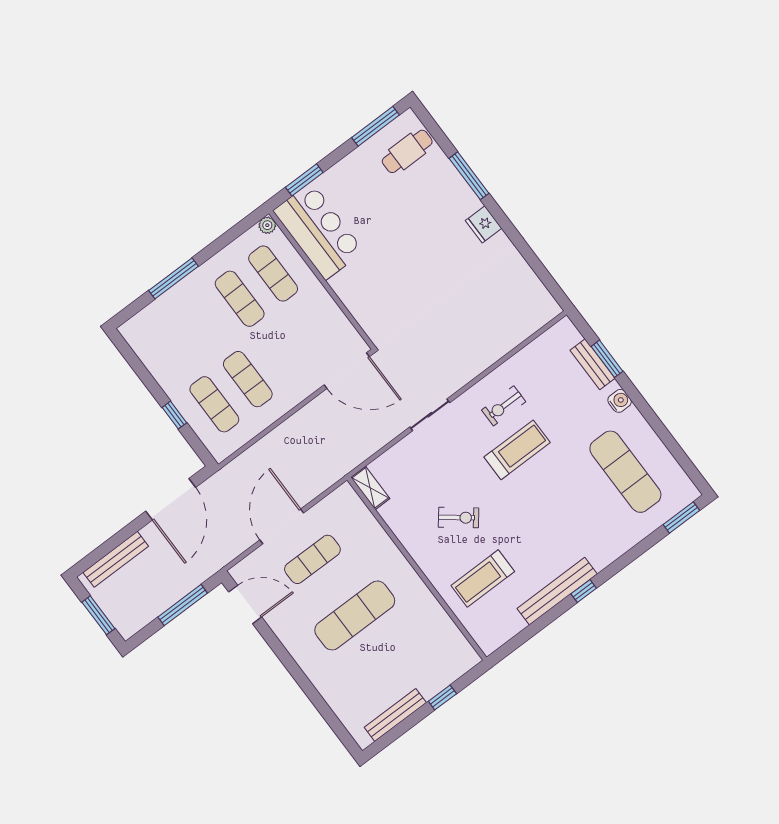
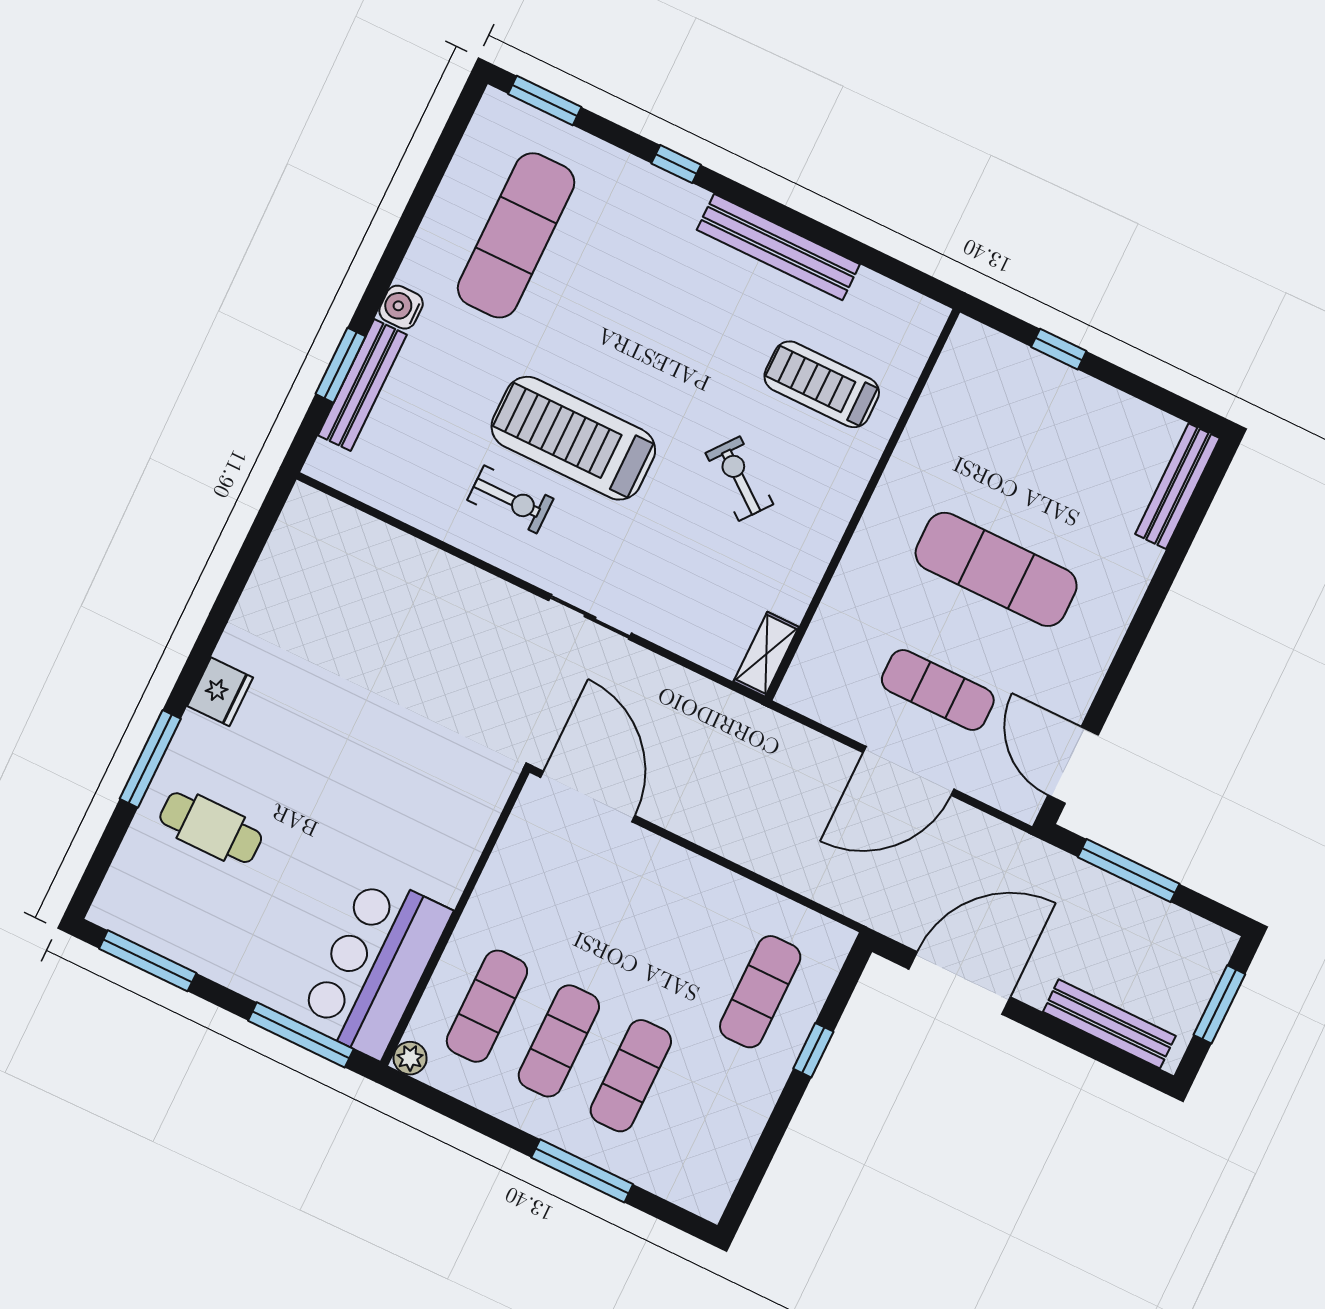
cafe table: (407, 151) -> (211, 828), moved
window: (304, 180) -> (301, 1035), width x1.44
bench: (592, 364) -> (362, 385), width x1.36
exercise mat: (248, 379) -> (631, 1076), moved
treadmill: (517, 450) -> (573, 438), width x1.37, depth x1.38
treadmill: (483, 578) -> (822, 384), turned 180
window: (584, 591) -> (676, 164), moved
bench: (395, 715) -> (1177, 486), moved, turned 90

